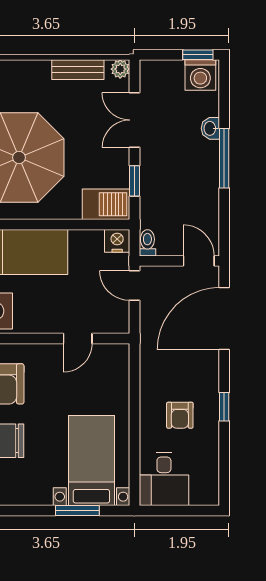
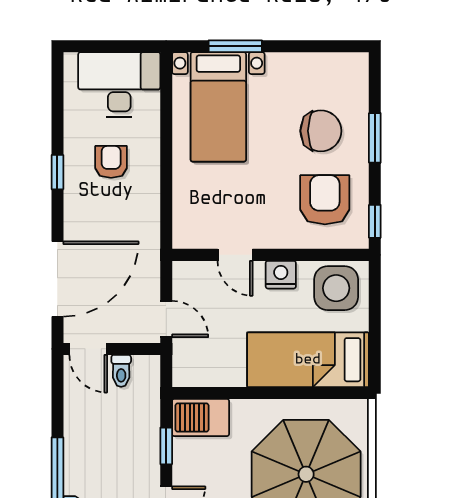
nightstand: (117, 241) -> (281, 275), moved, turned 180
toilet: (147, 243) -> (121, 371), moved
door: (78, 338) -> (235, 255), swing flipped
desk: (164, 479) -> (119, 84), width x1.37

